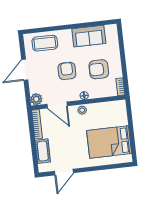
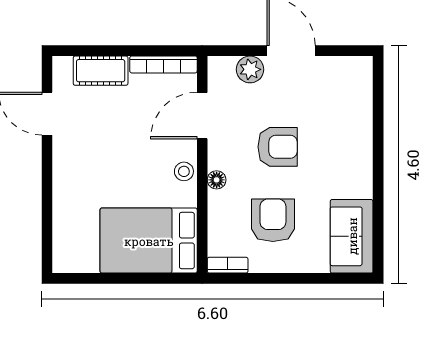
sofa: (89, 36) -> (352, 236), moved
coffee table: (45, 43) -> (347, 104), removed
plant: (36, 99) -> (250, 69), moved
bed: (109, 142) -> (149, 241), moved, turned -90

